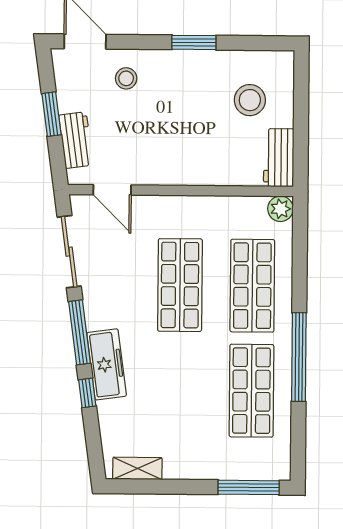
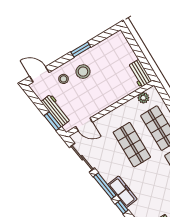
stool: (250, 100) -> (83, 72), moved
window: (51, 114) -> (53, 121), moved
workbench: (76, 140) -> (56, 110), width x1.38
plant: (280, 209) -> (143, 98), moved

